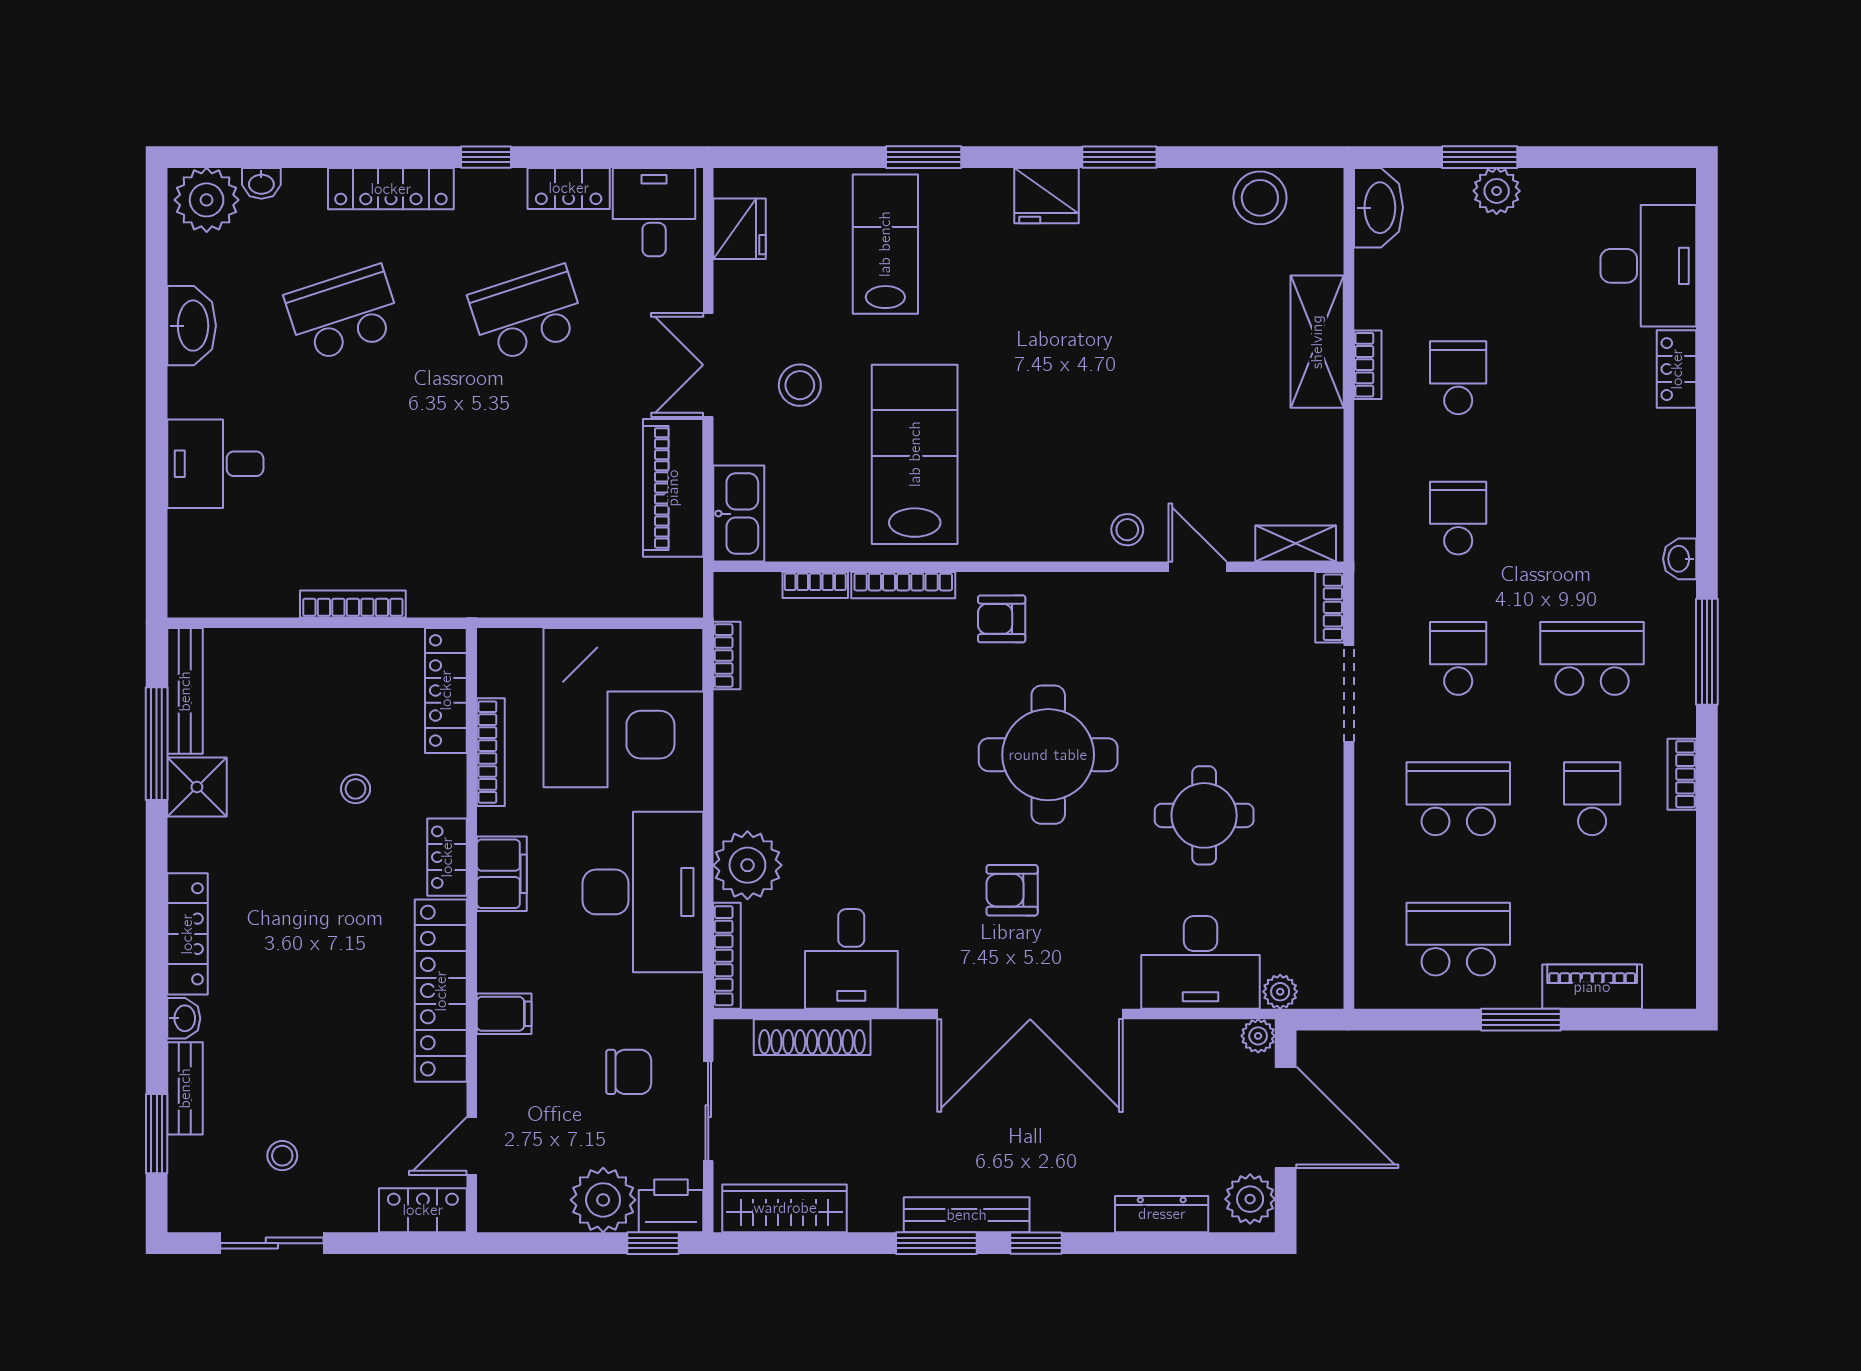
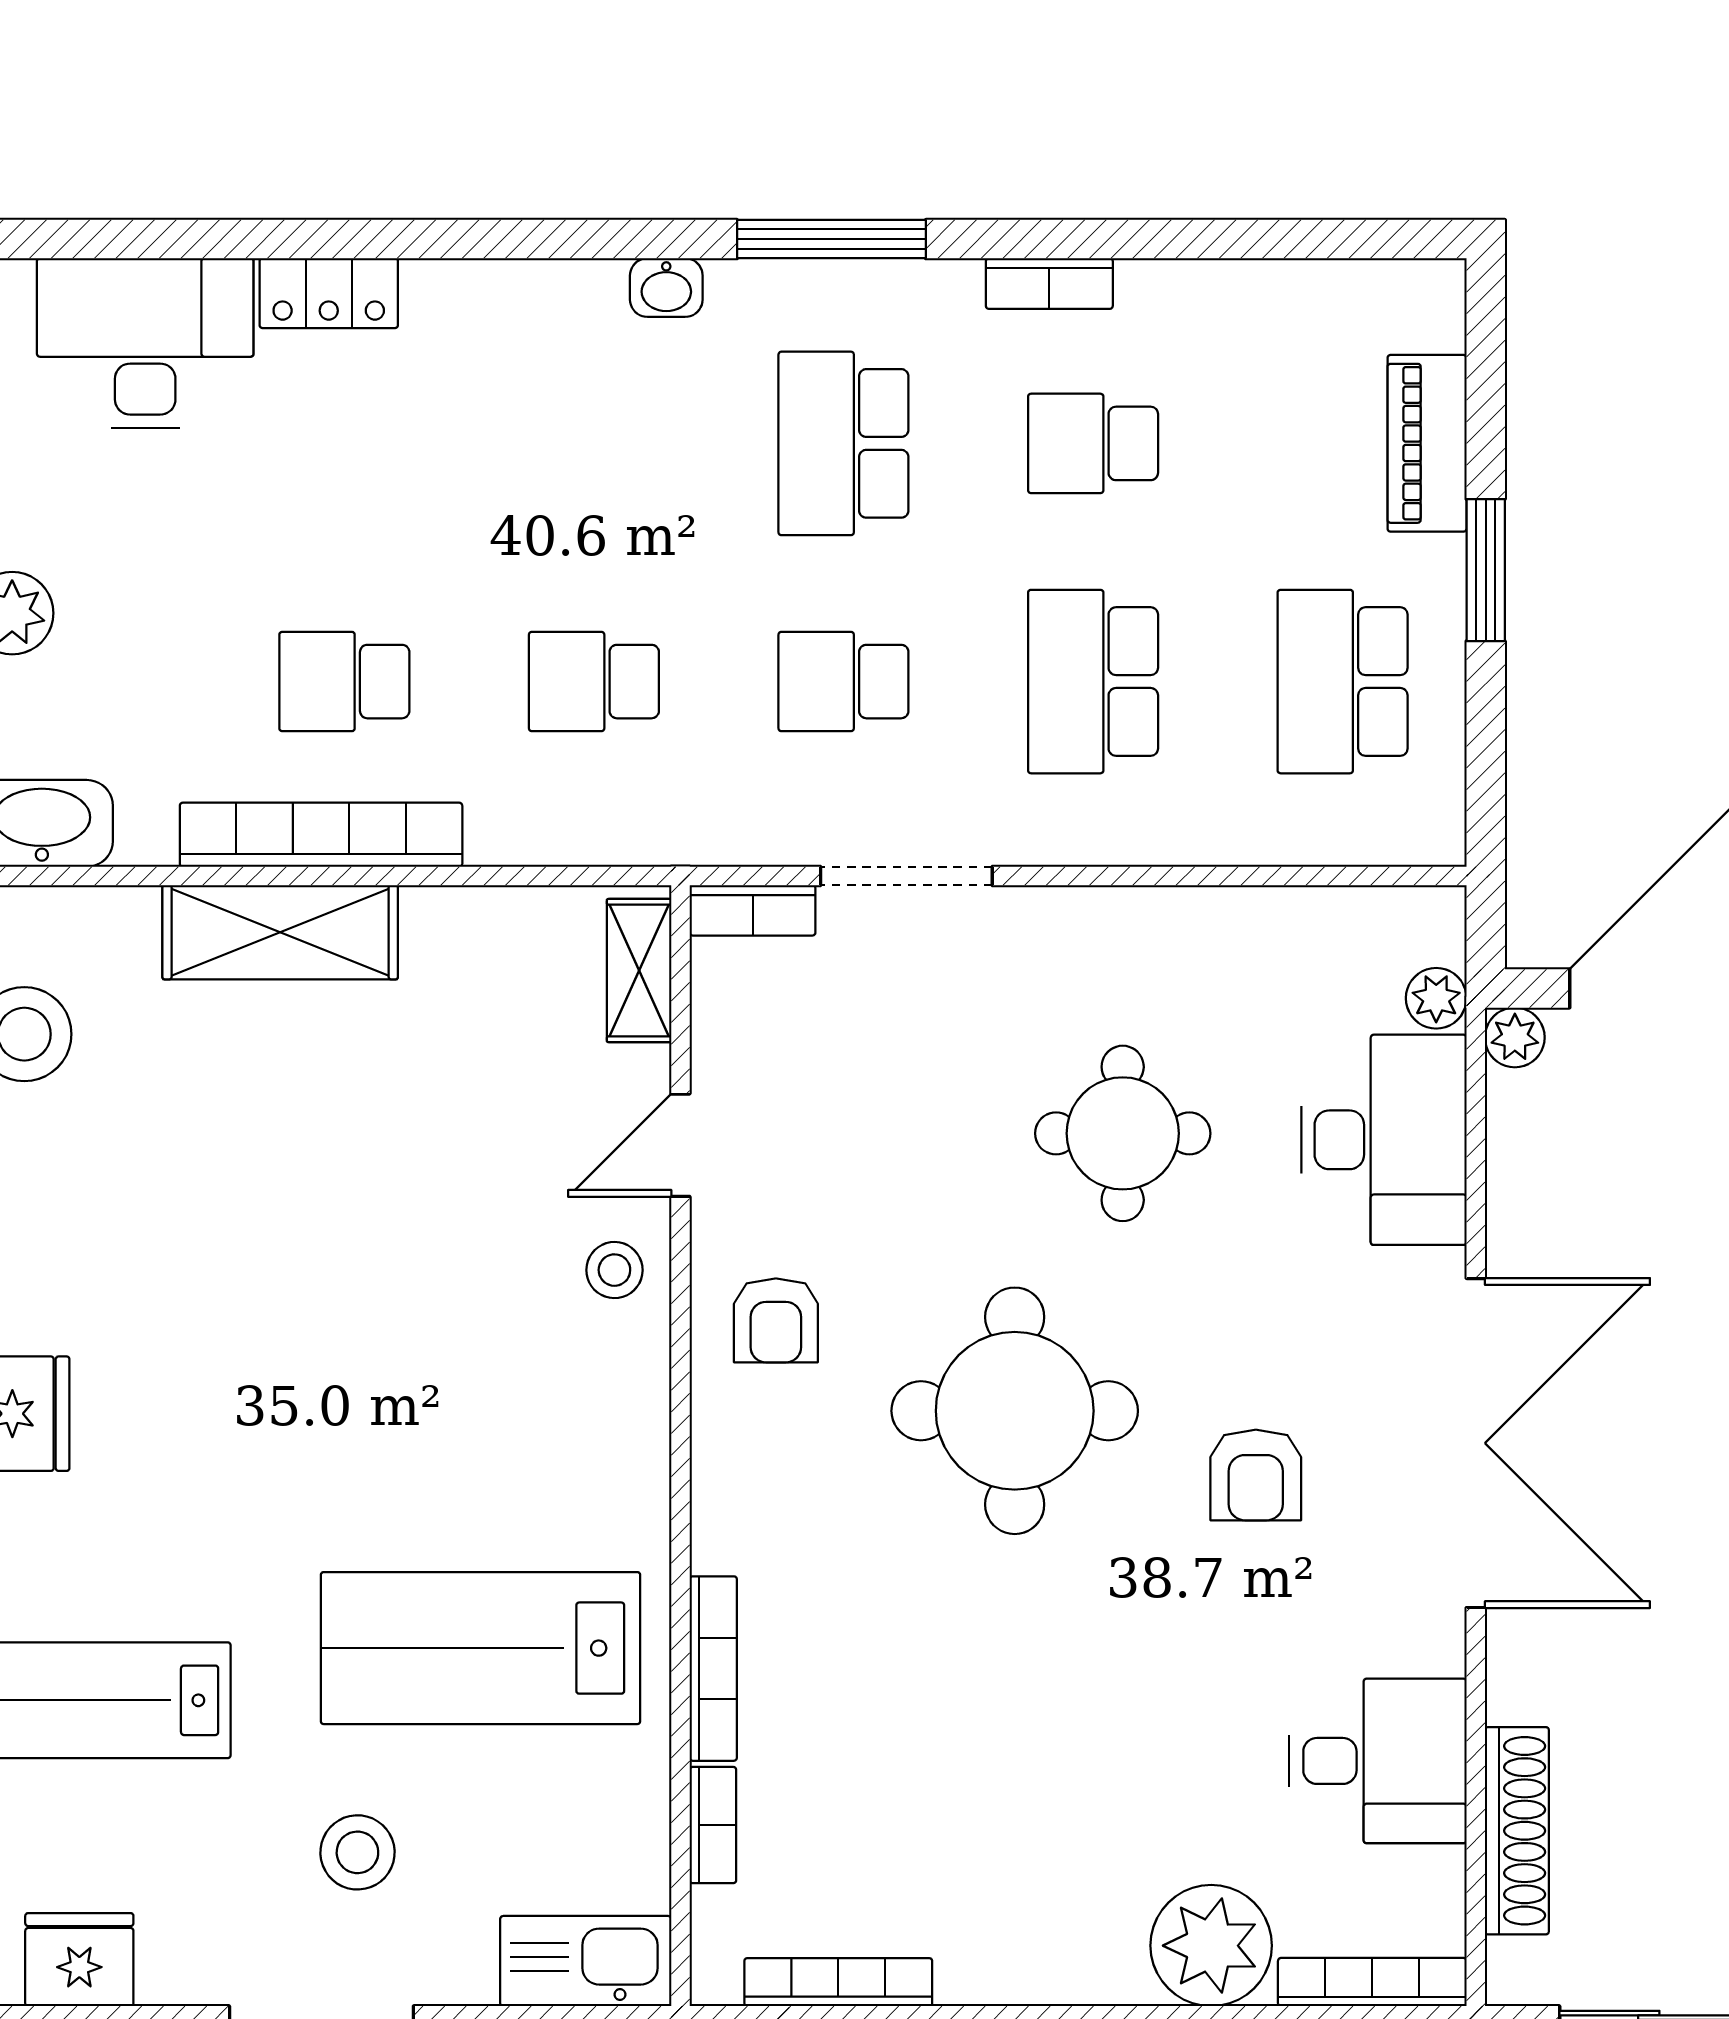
bookcase: (1368, 365) -> (321, 835), width x2.31, depth x1.31
armchair: (1002, 619) -> (776, 1320), moved
bookcase: (727, 656) -> (838, 1982), width x1.56

